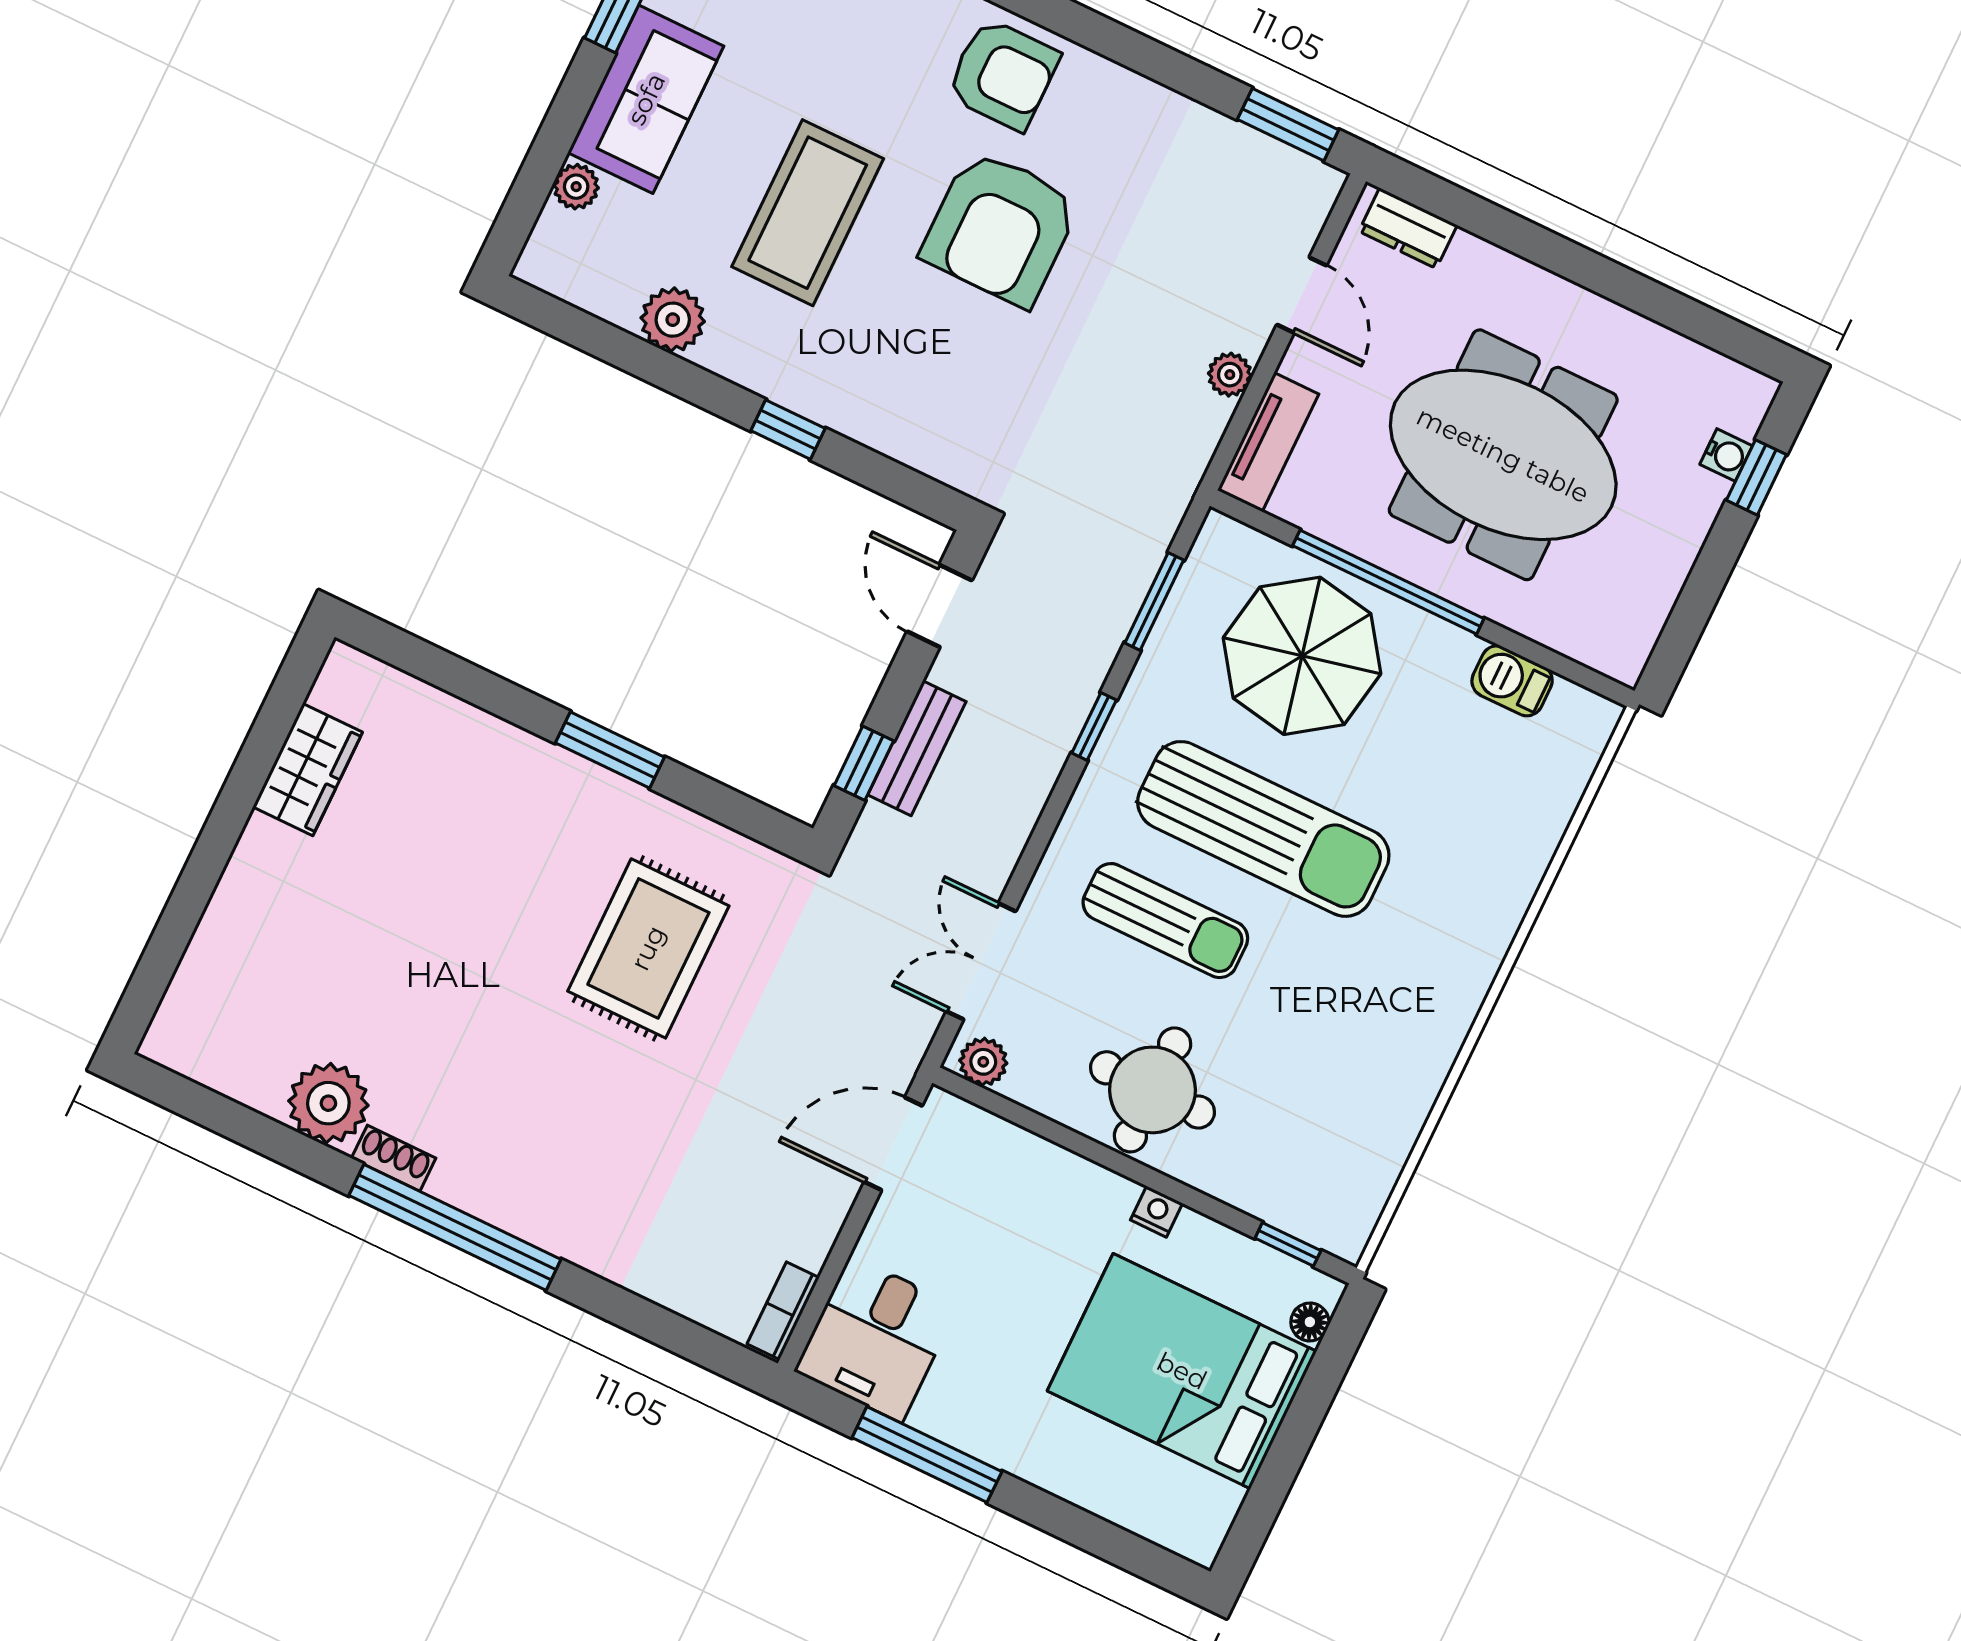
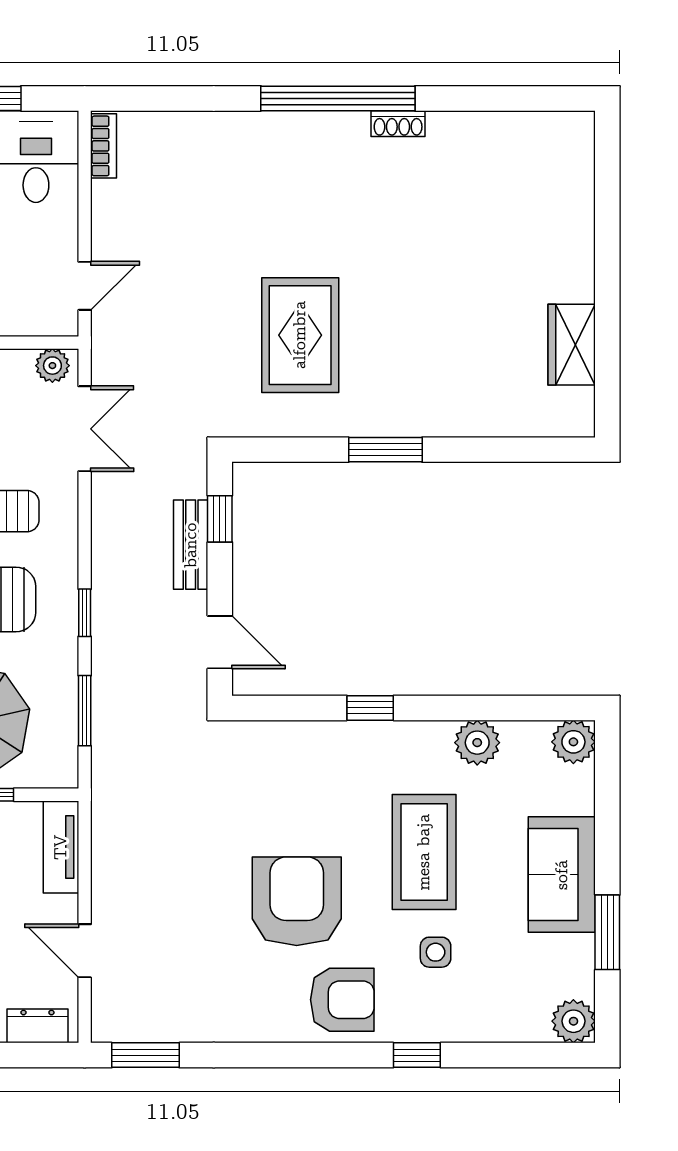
armchair: (1003, 74) -> (342, 1000), turned 180
side table: (855, 78) -> (436, 952), added
plant: (576, 187) -> (573, 742), moved, width x1.38, depth x1.38
plant: (1230, 375) -> (106, 878), removed
plant: (328, 1103) -> (456, 139), removed
door: (893, 1144) -> (85, 286), width x0.73

